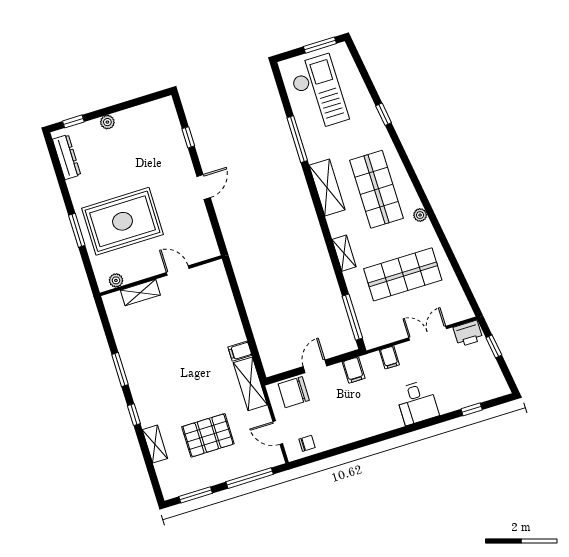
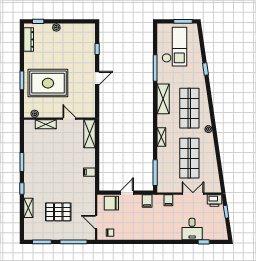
shop shelf: (403, 274) -> (189, 158), turned 90
shelving: (250, 384) -> (89, 134), moved
desk: (417, 402) -> (192, 229), moved

